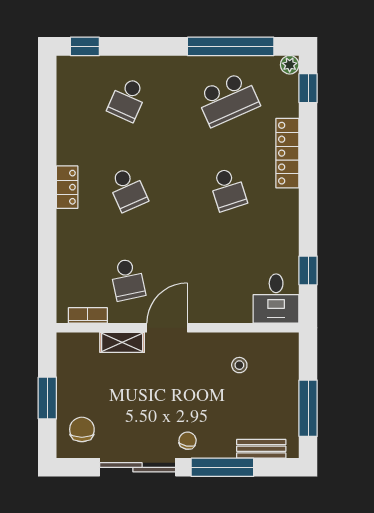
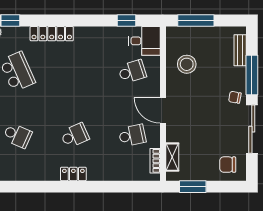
school desk: (228, 189) -> (132, 72), moved
shelving: (122, 342) -> (172, 157), moved
stool: (239, 365) -> (187, 64), width x1.89, depth x1.89
window: (47, 398) -> (193, 187), moved
window: (308, 408) -> (196, 20), moved

